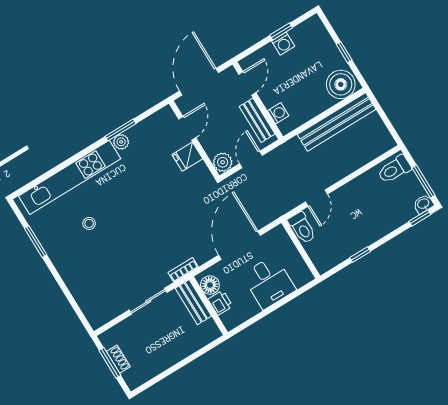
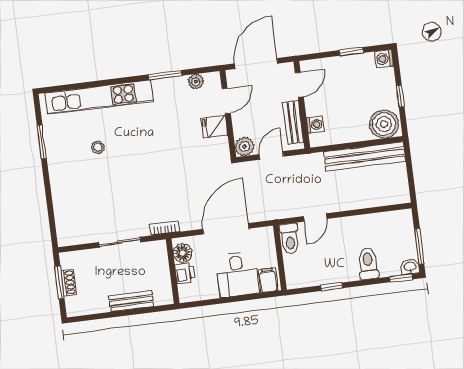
washing machine: (283, 44) -> (384, 59), moved, turned 90
plant: (121, 142) -> (196, 82), moved
toilet: (394, 169) -> (368, 264), moved, turned 90
filing cabinet: (299, 275) -> (268, 280), added
bench: (193, 302) -> (131, 301), moved, turned 90

